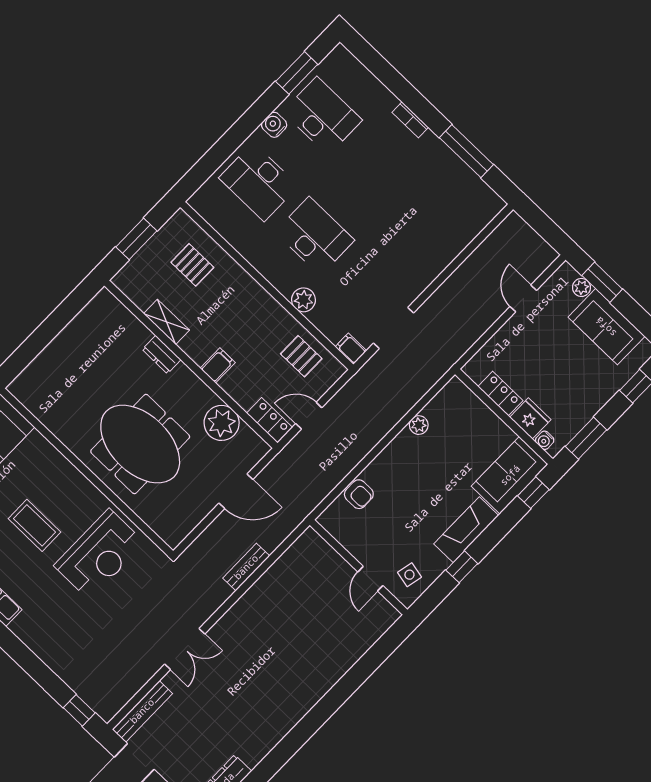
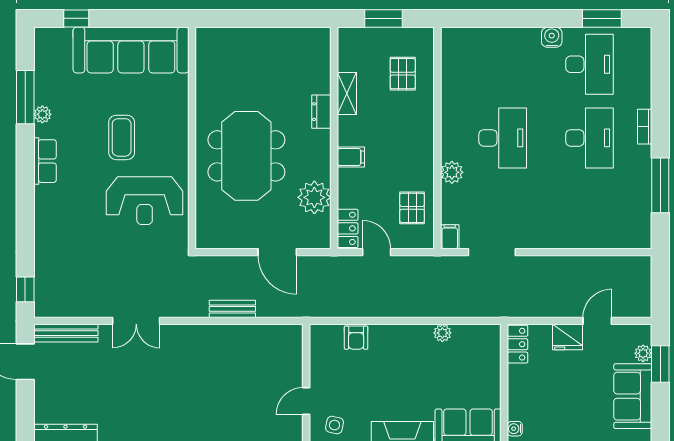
desk: (259, 182) -> (589, 138), moved, turned 180
locker: (500, 394) -> (517, 344), moved
fridge: (530, 418) -> (568, 337), moved, turned 90

